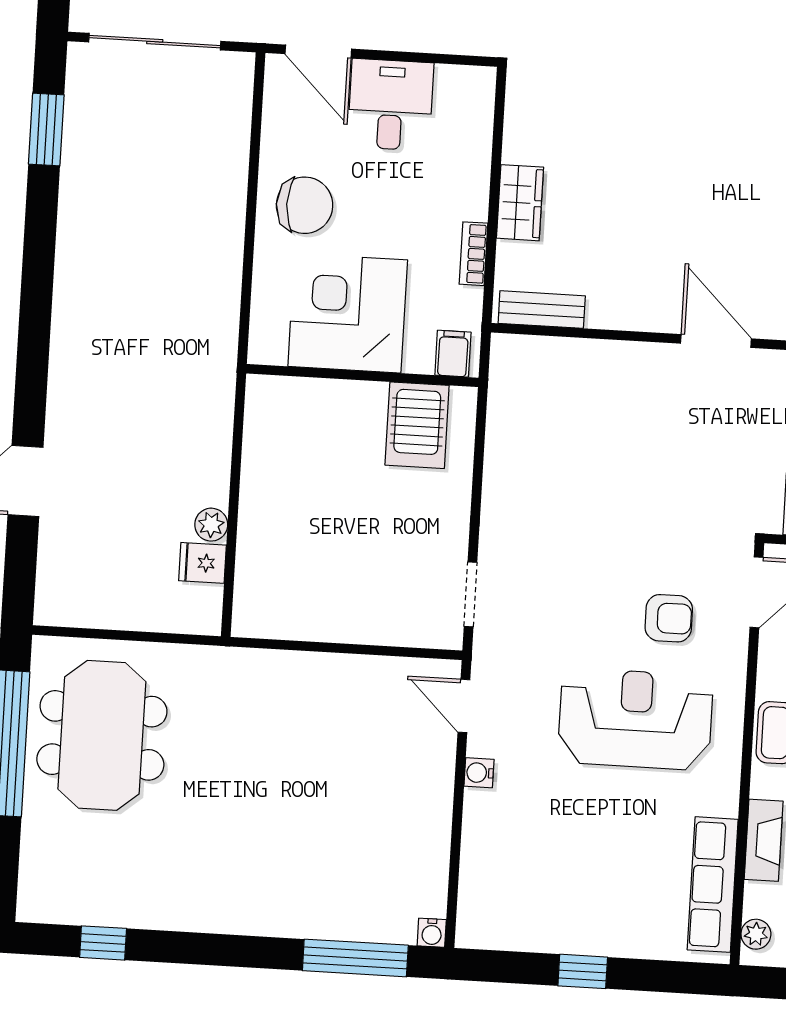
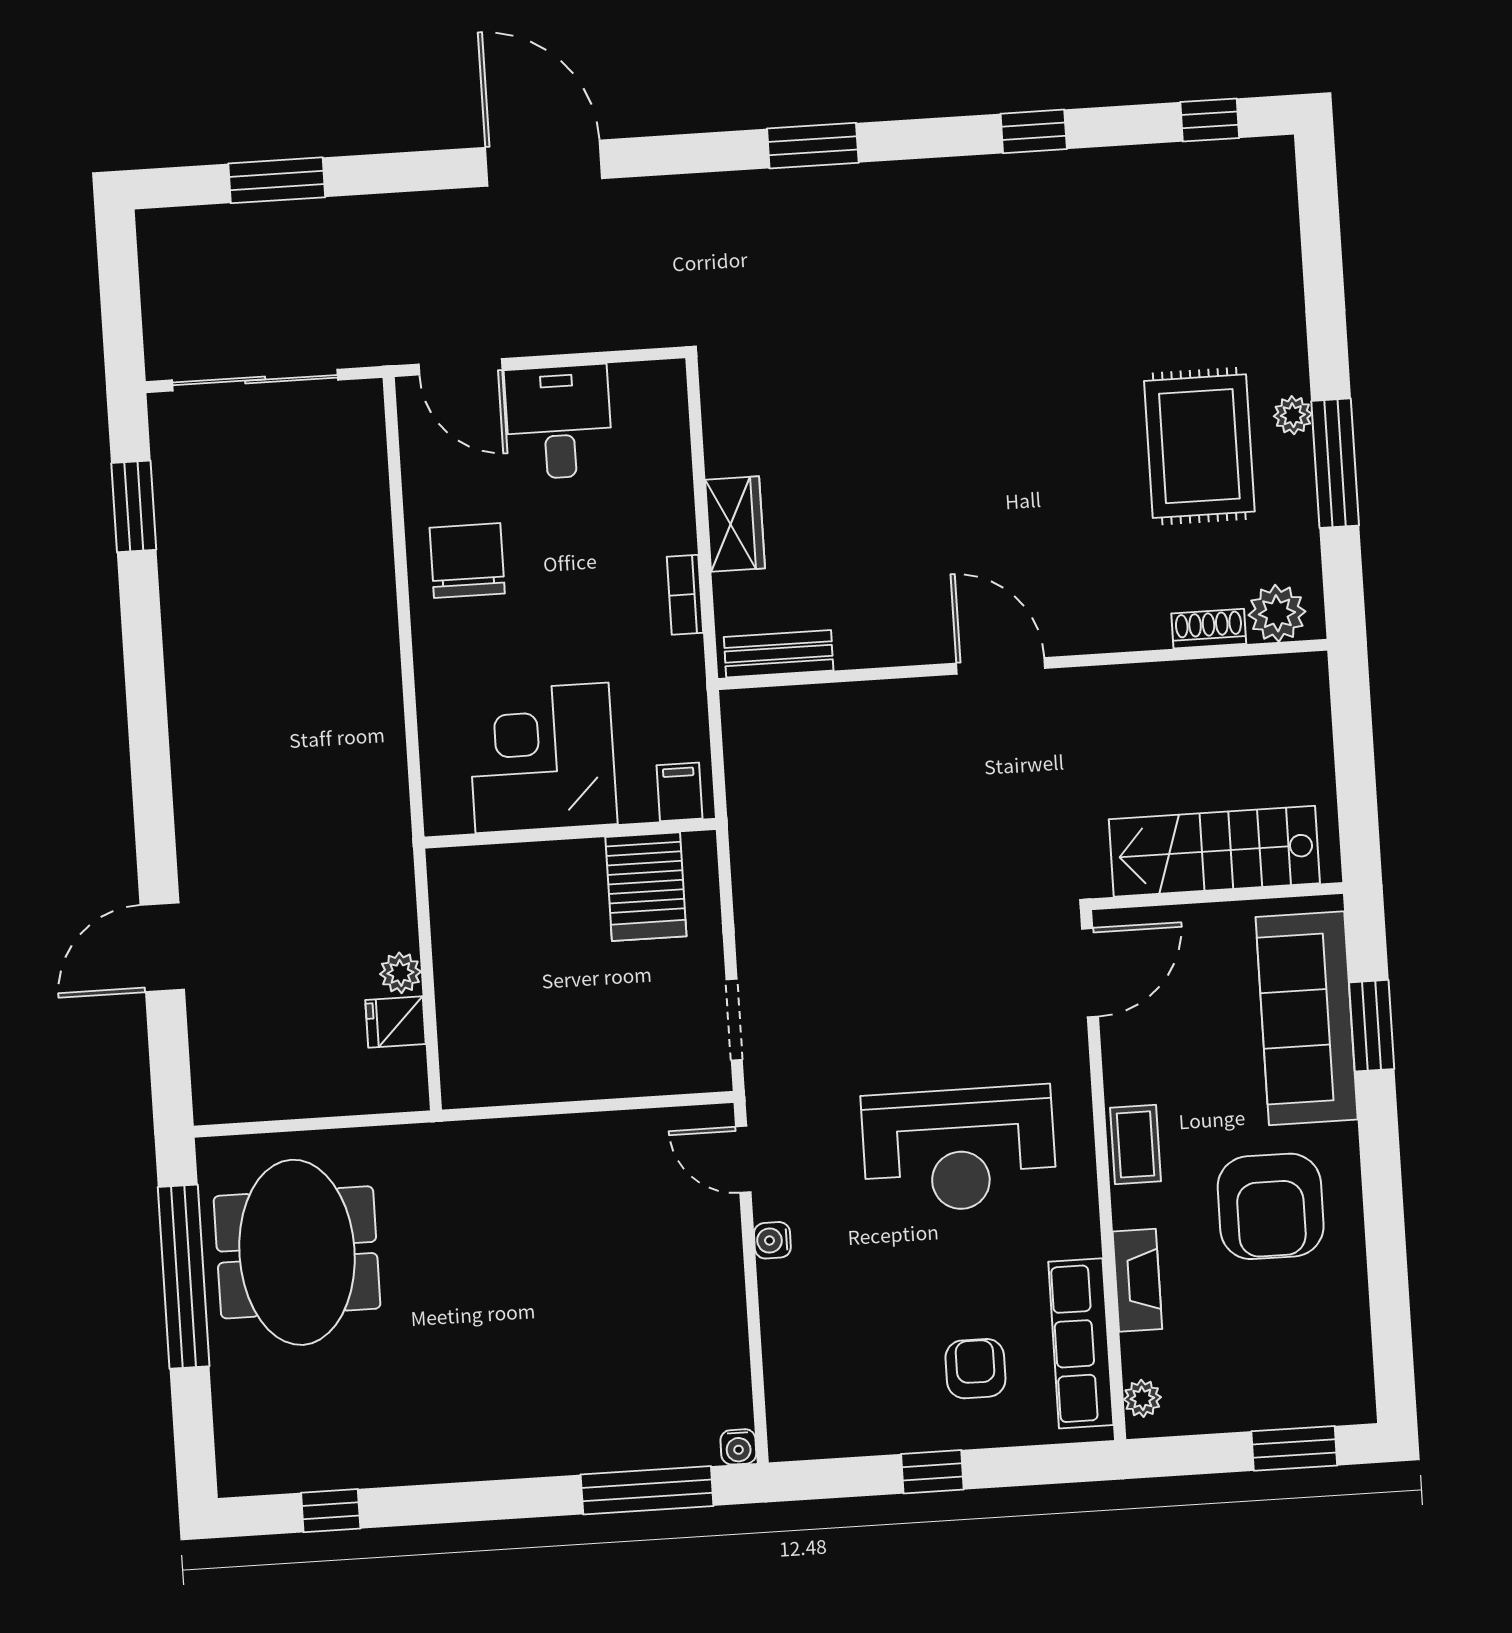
chair: (305, 205) -> (467, 561), turned -90
corner desk: (348, 313) -> (542, 758), moved
filing cabinet: (453, 354) -> (679, 792), moved
wall: (362, 376) -> (570, 833), moved
server rack: (417, 425) -> (646, 887), moved
armchair: (669, 618) -> (975, 1369), moved, turned -90
reception desk: (635, 719) -> (959, 1149), turned 180

